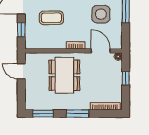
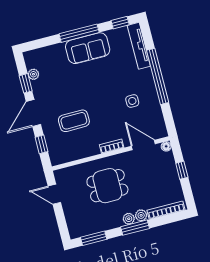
side table: (101, 14) -> (132, 101), width x0.54, depth x0.54
dining table: (64, 75) -> (107, 186), width x0.73
plant: (74, 105) -> (129, 219), added
plant: (85, 105) -> (141, 215), added

